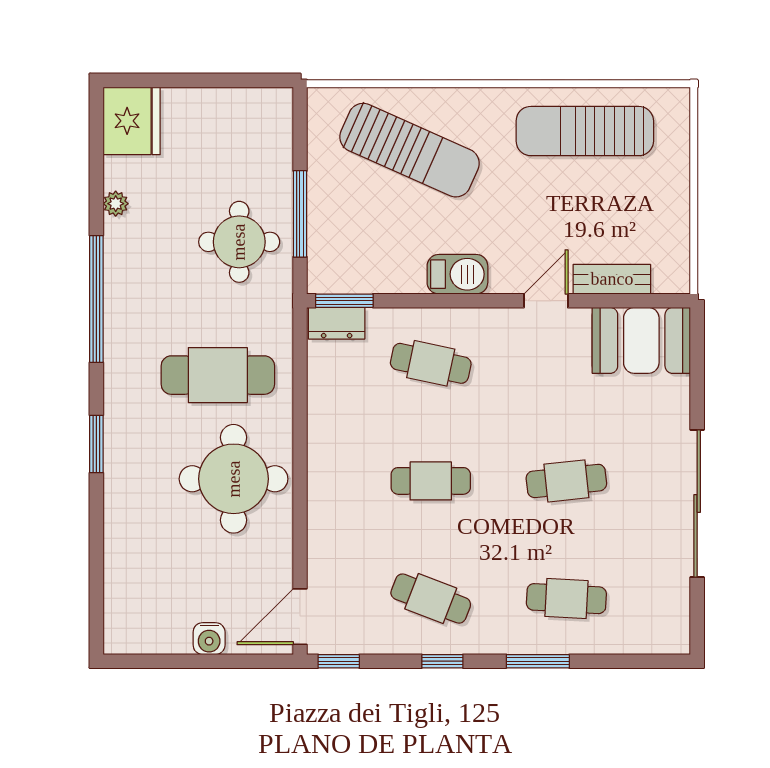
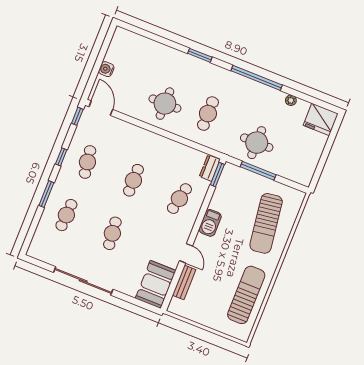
sun lounger: (409, 150) -> (266, 223), turned -32
cafe table: (218, 375) -> (208, 114), width x0.73, depth x0.74
round table: (234, 479) -> (165, 104), width x0.73, depth x0.73
cafe table: (431, 599) -> (87, 162), turned -30

